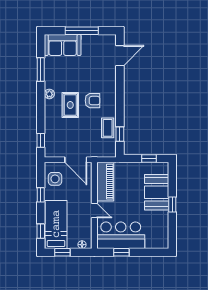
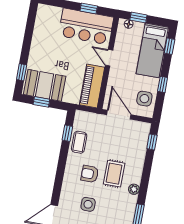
side table: (89, 72) -> (88, 204), added
booth: (157, 192) -> (45, 85), moved, turned 90
window: (172, 204) -> (22, 72), moved
window: (62, 252) -> (138, 18), moved

